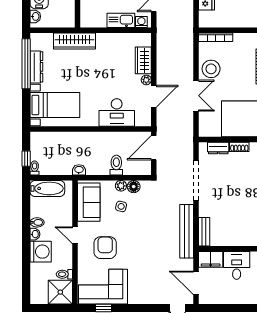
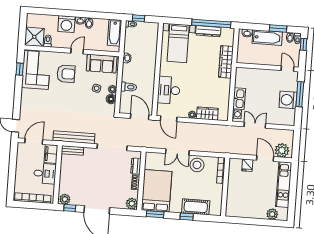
door: (154, 96) -> (169, 119), moved

